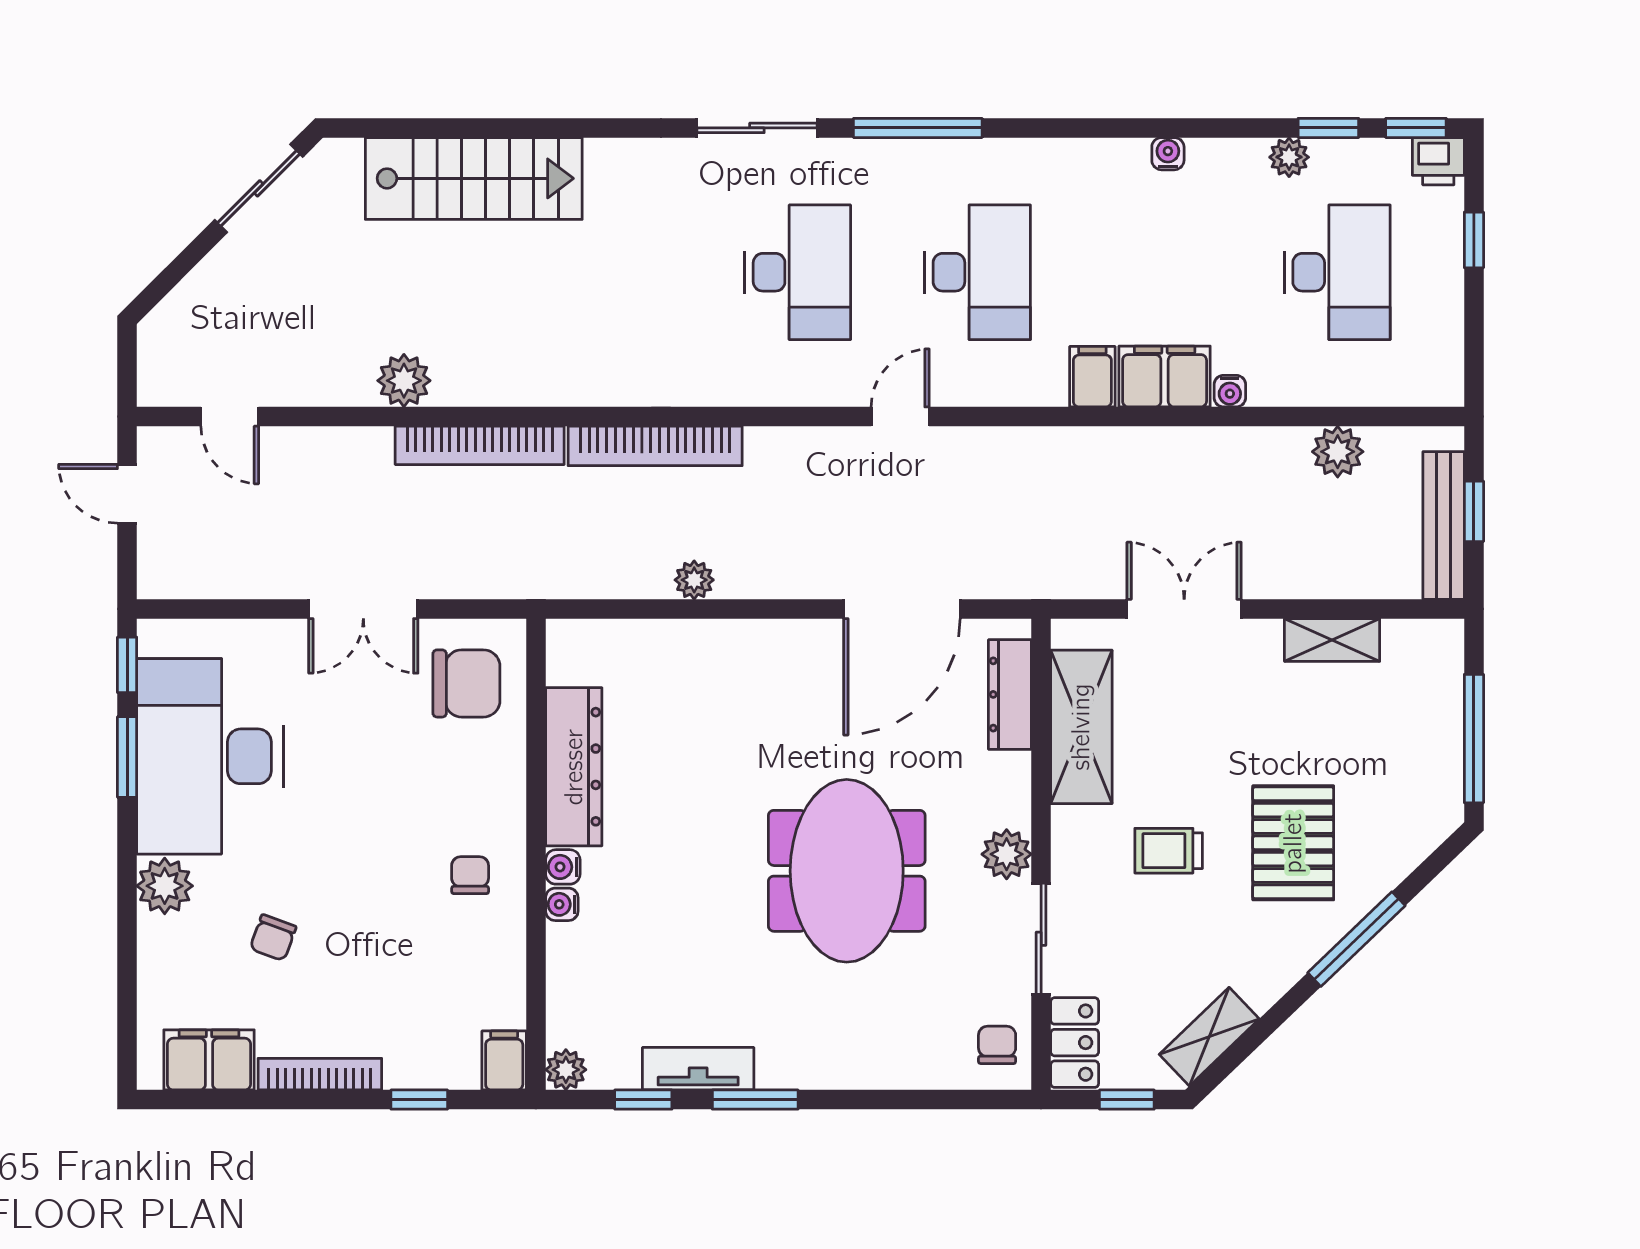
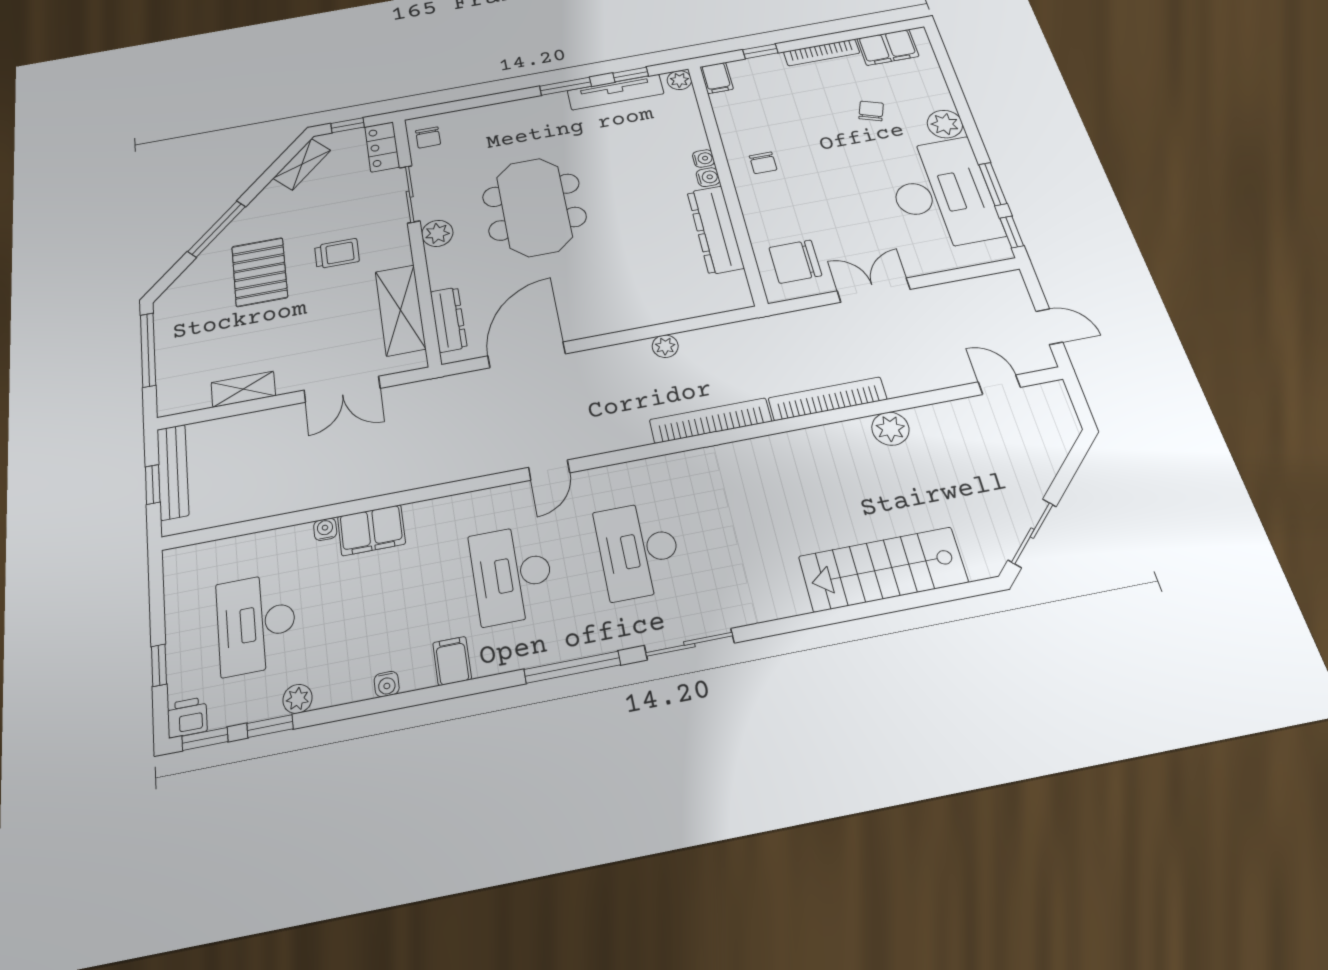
filing cabinet: (1092, 377) -> (452, 661), moved, turned 180
plant: (1338, 452) -> (248, 504), removed
tv unit: (698, 1069) -> (616, 92), width x1.41

